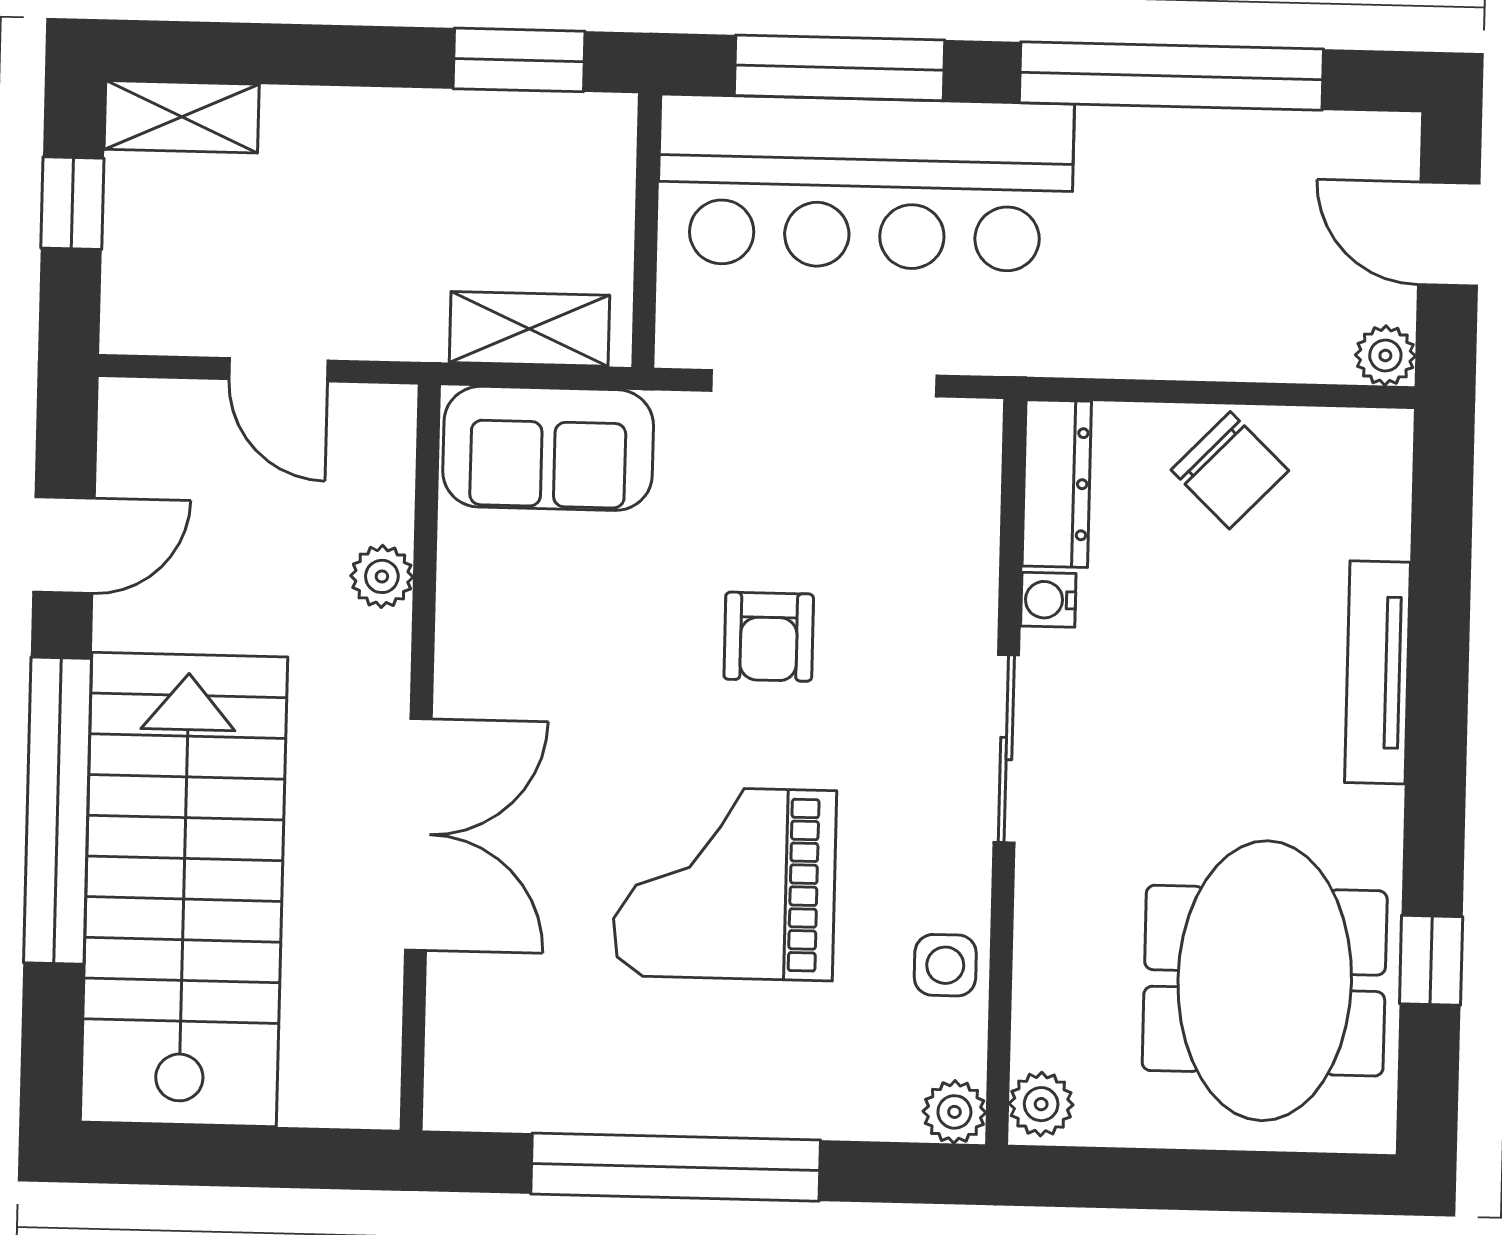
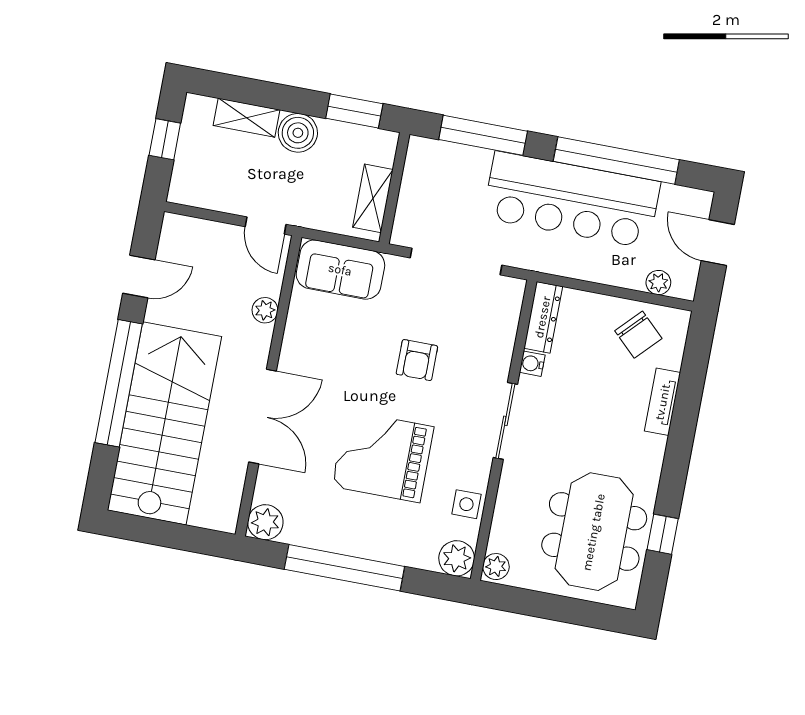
shelving: (182, 117) -> (246, 118), moved
boiler: (391, 135) -> (298, 133), added
bar counter: (866, 183) -> (572, 200), moved
shelving: (530, 329) -> (373, 198), moved, turned 90
plant: (1385, 355) -> (658, 283), moved
door: (278, 370) -> (266, 226), moved
chair: (1230, 470) -> (638, 335), moved
tv unit: (1378, 672) -> (663, 402), width x0.71
plant: (467, 1088) -> (265, 522), added
plant: (954, 1112) -> (457, 558), width x1.38, depth x1.38

